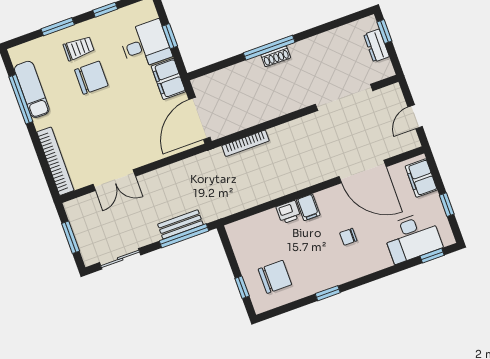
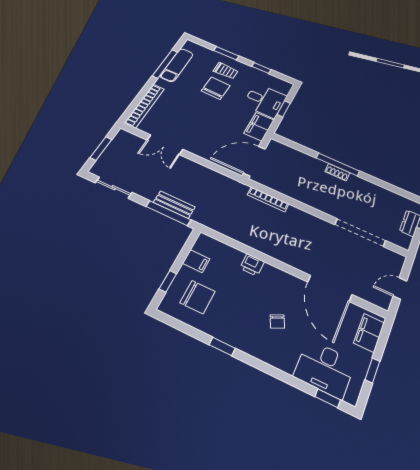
chair: (91, 78) -> (216, 88), turned -88
filing cabinet: (308, 207) -> (196, 261), moved, turned -90
chair: (348, 237) -> (277, 322), turned -115

